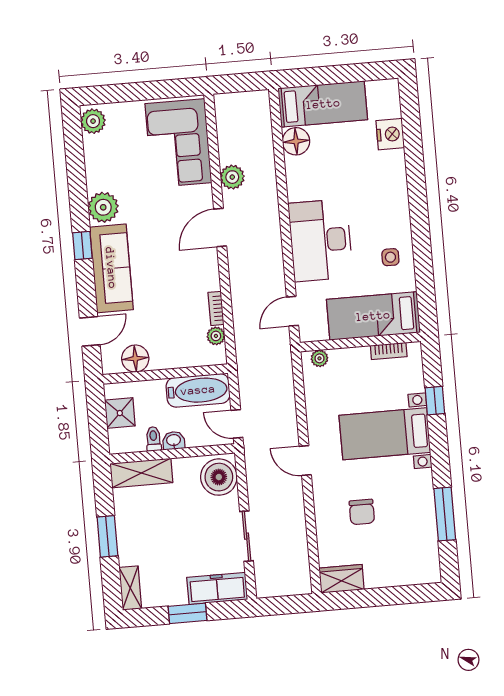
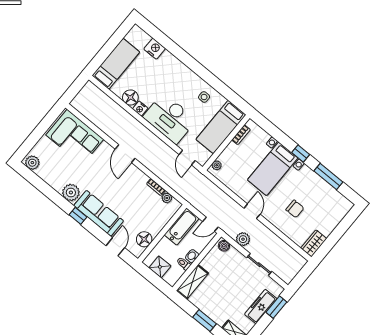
floor lamp: (296, 141) -> (130, 97), moved
plant: (232, 177) -> (243, 239), moved
nightstand: (296, 190) -> (140, 109), added
window: (435, 401) -> (301, 154), moved
door: (305, 461) -> (252, 211), swing flipped
boiler: (219, 477) -> (224, 246), width x0.54, depth x0.54
freezer: (217, 588) -> (261, 306), moved
window: (188, 613) -> (276, 307), moved

